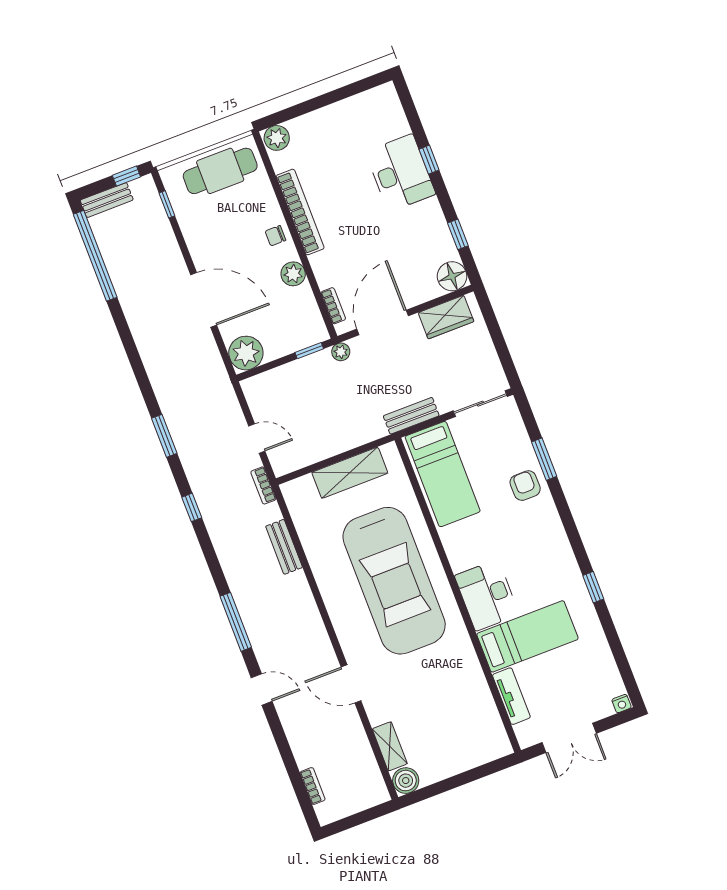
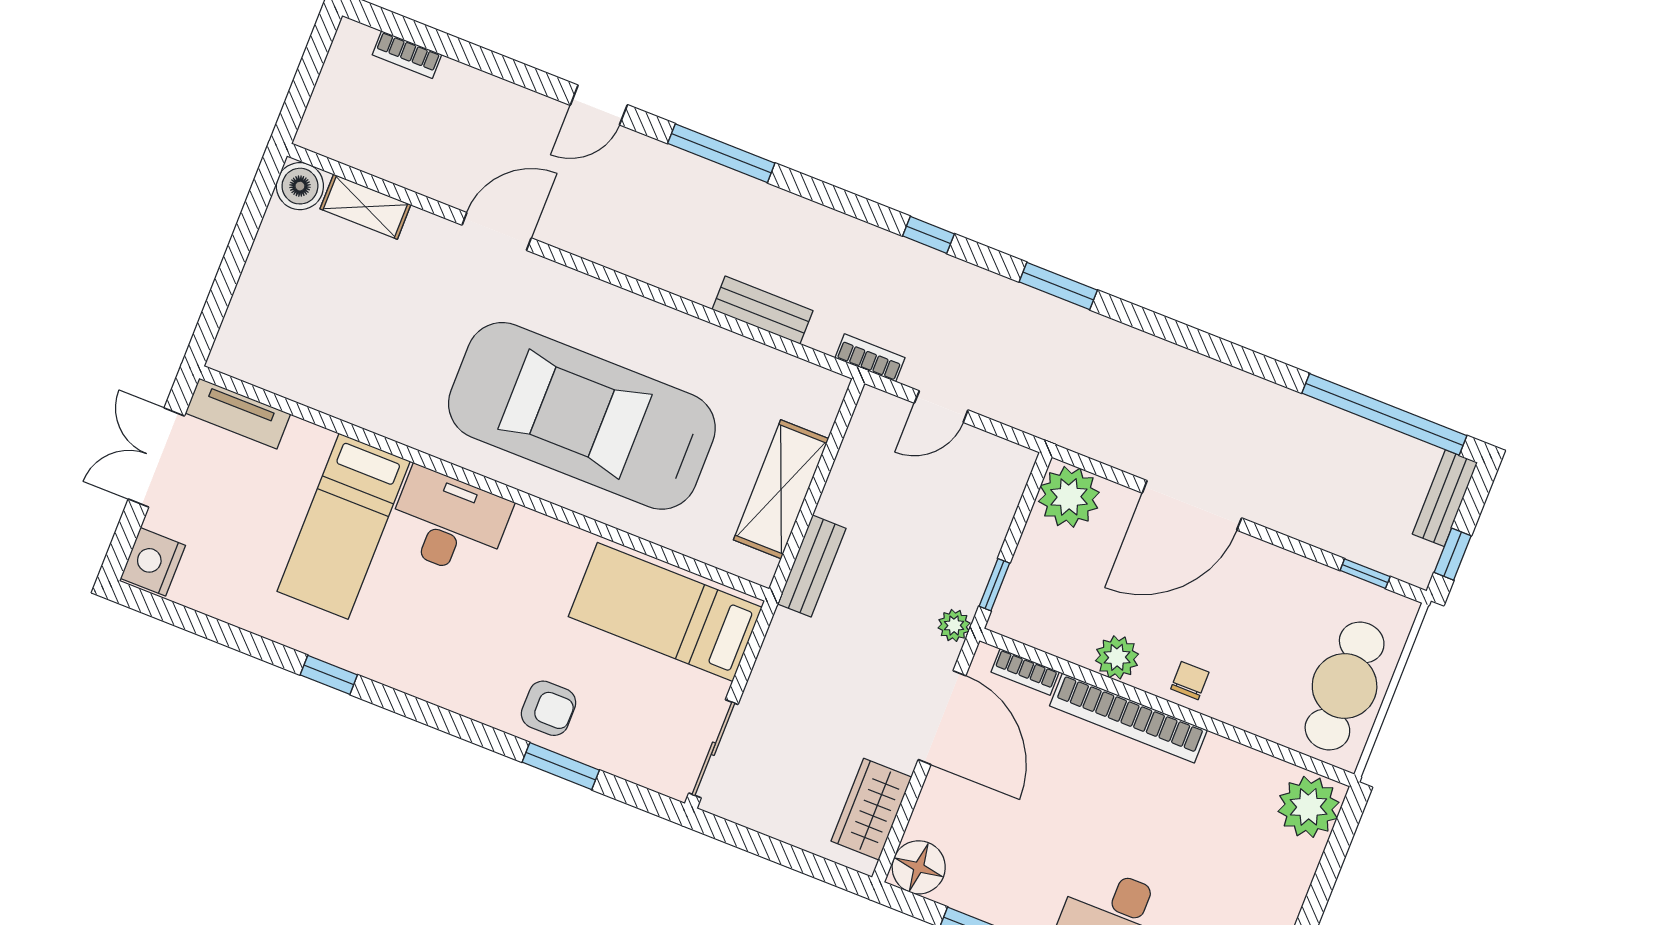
plant: (277, 138) -> (1309, 807), width x1.36, depth x1.36
bookcase: (300, 212) -> (1128, 718), moved
bench: (411, 416) -> (812, 566), moved
tv unit: (511, 696) -> (238, 414), moved
nightstand: (622, 704) -> (153, 562), width x1.89, depth x1.79

